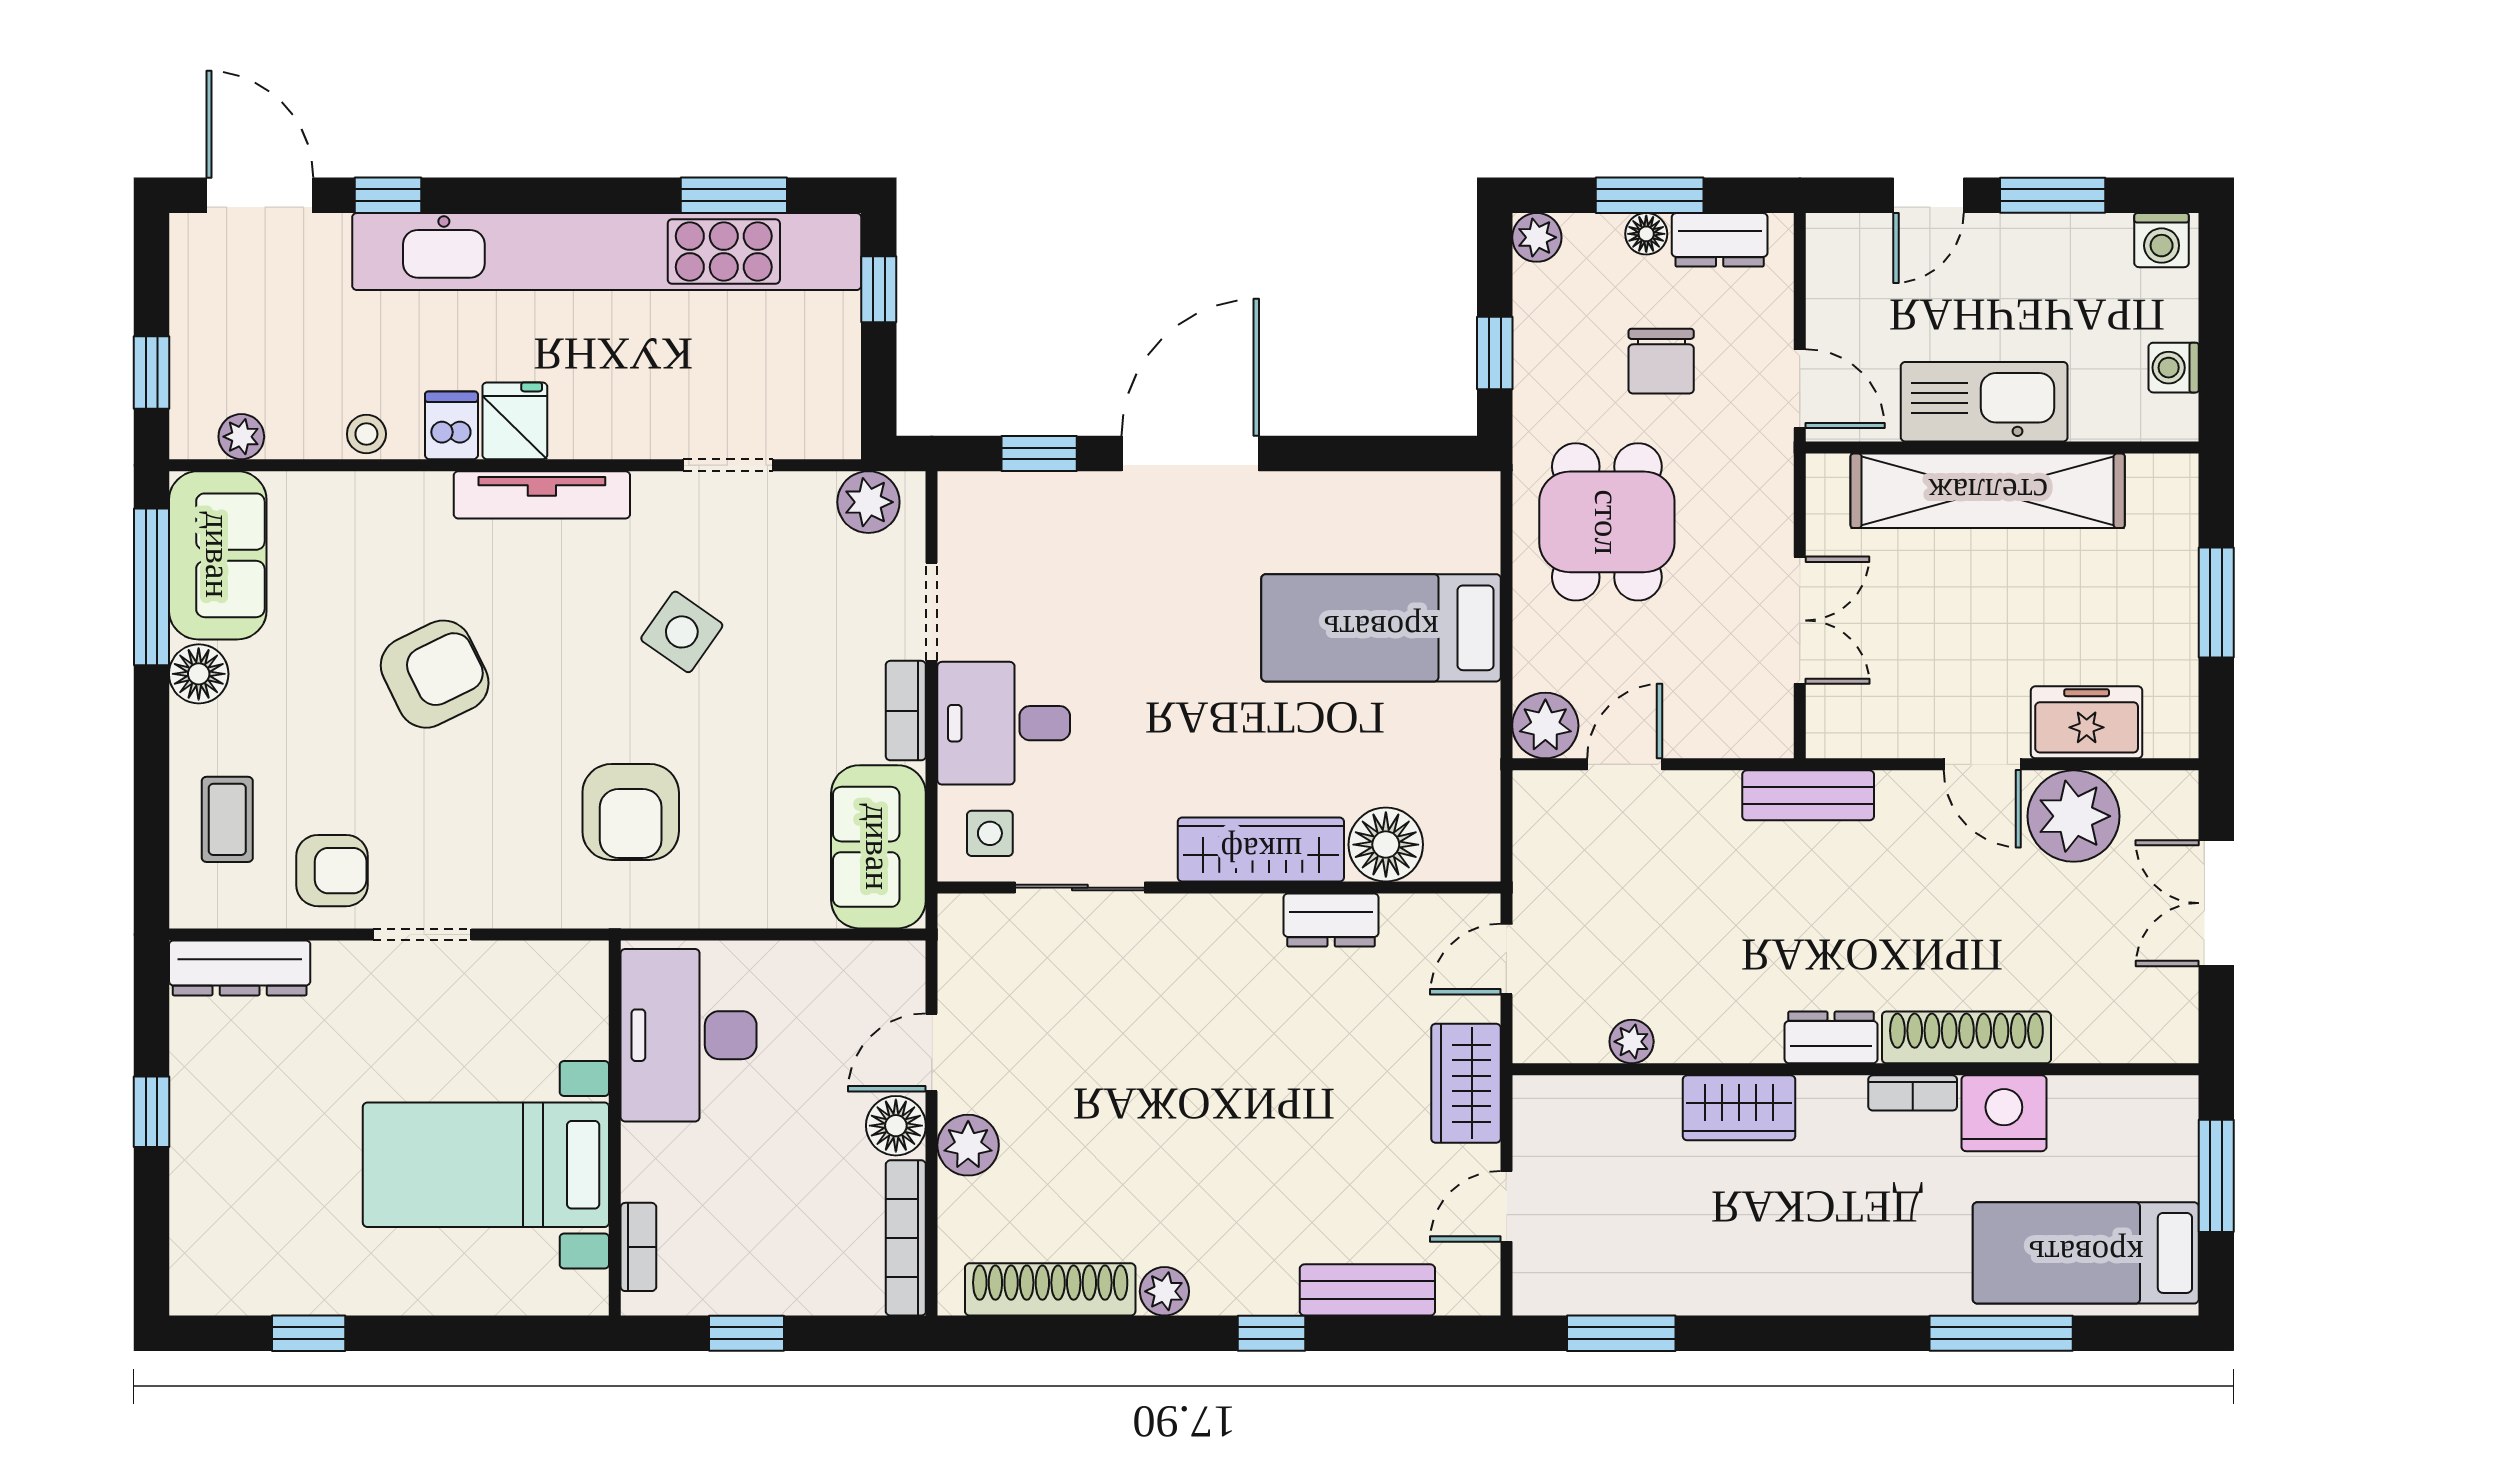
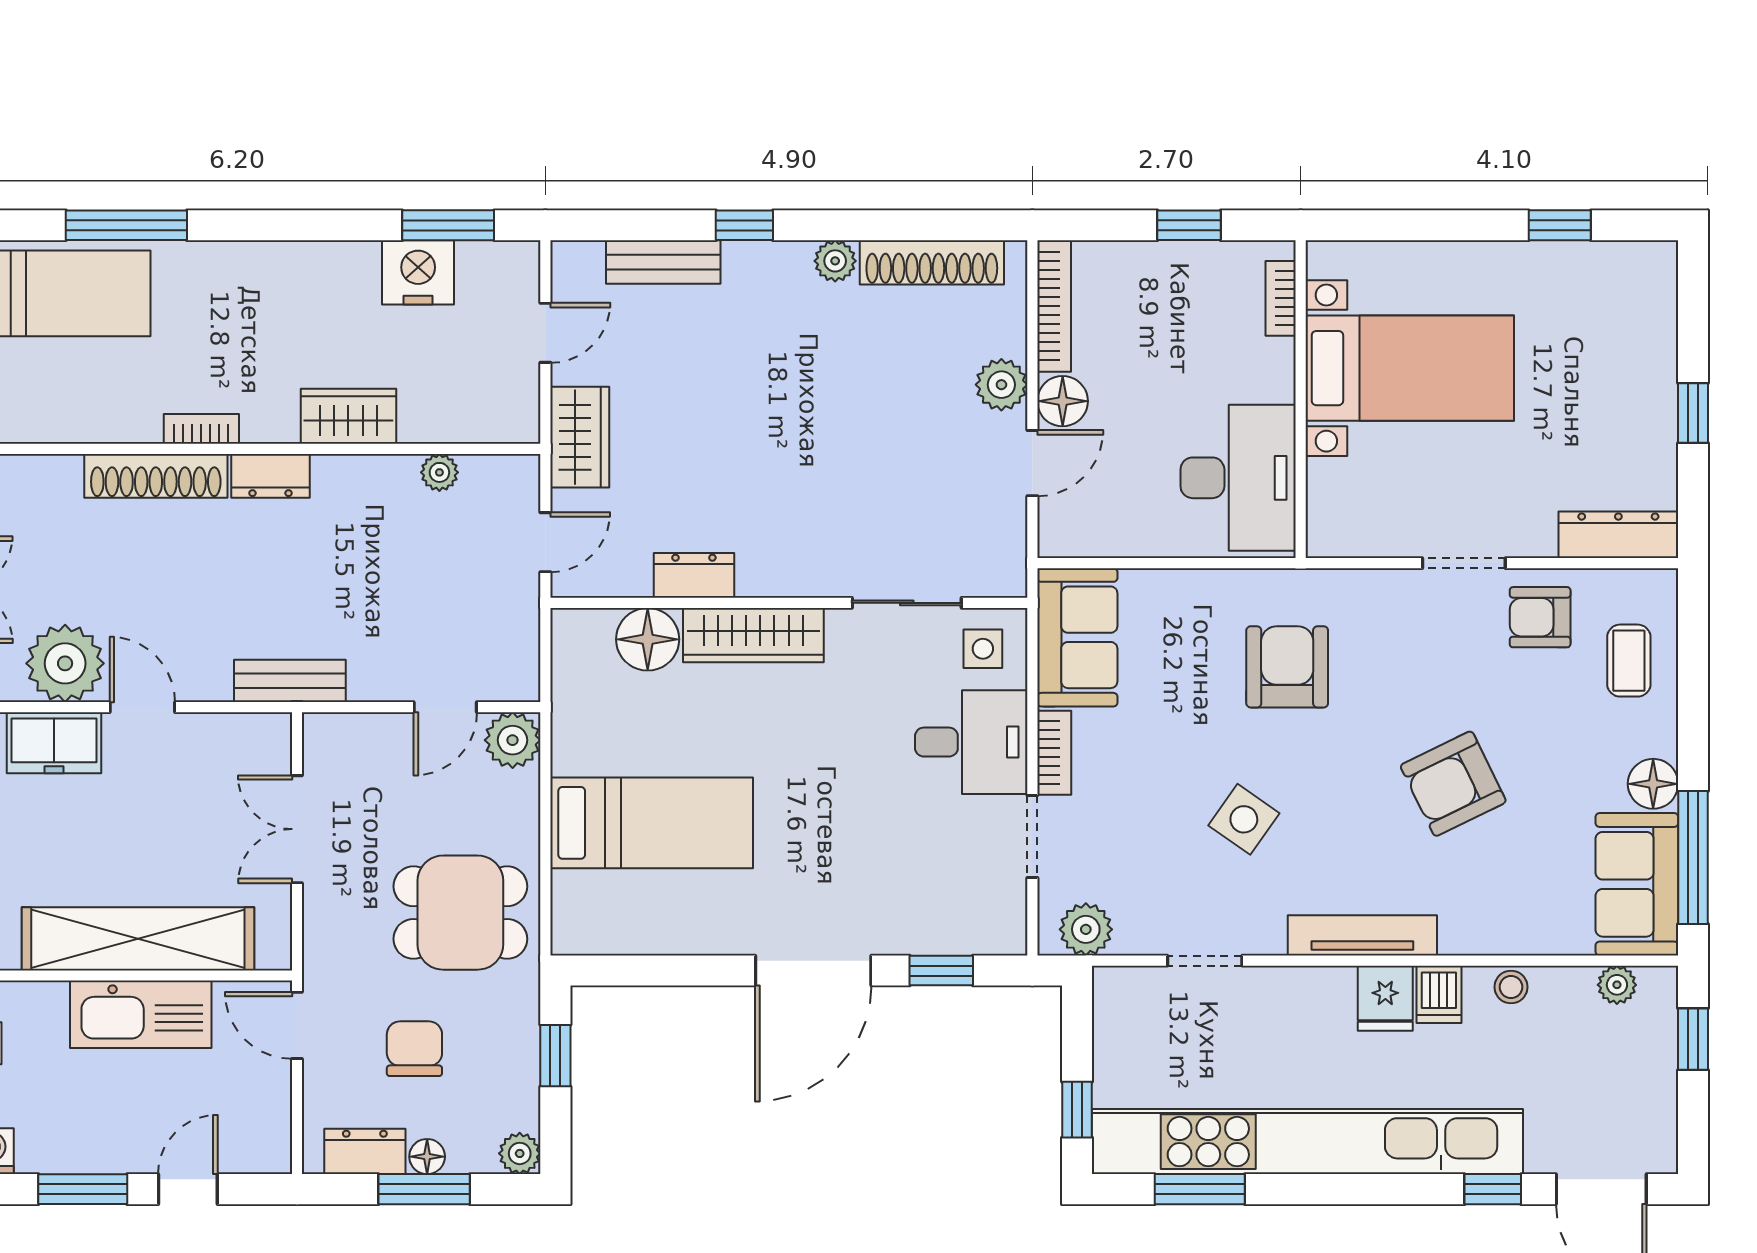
dining table: (1607, 522) -> (460, 913), turned 90
nightstand: (2004, 1113) -> (418, 272), moved, turned 180

